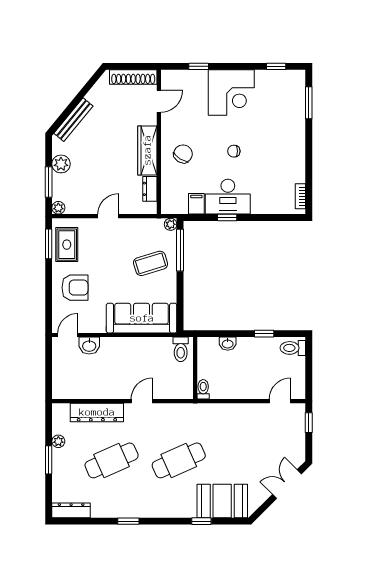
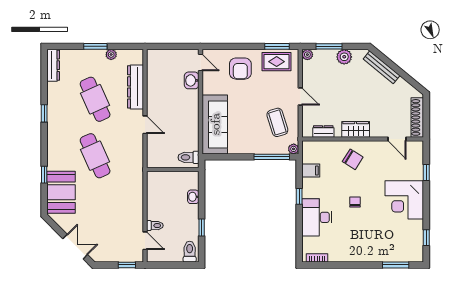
wardrobe: (147, 150) -> (356, 129), width x0.67
desk: (228, 197) -> (317, 217), moved
coffee table: (151, 263) -> (277, 122), moved
toilet: (203, 389) -> (155, 226), moved

